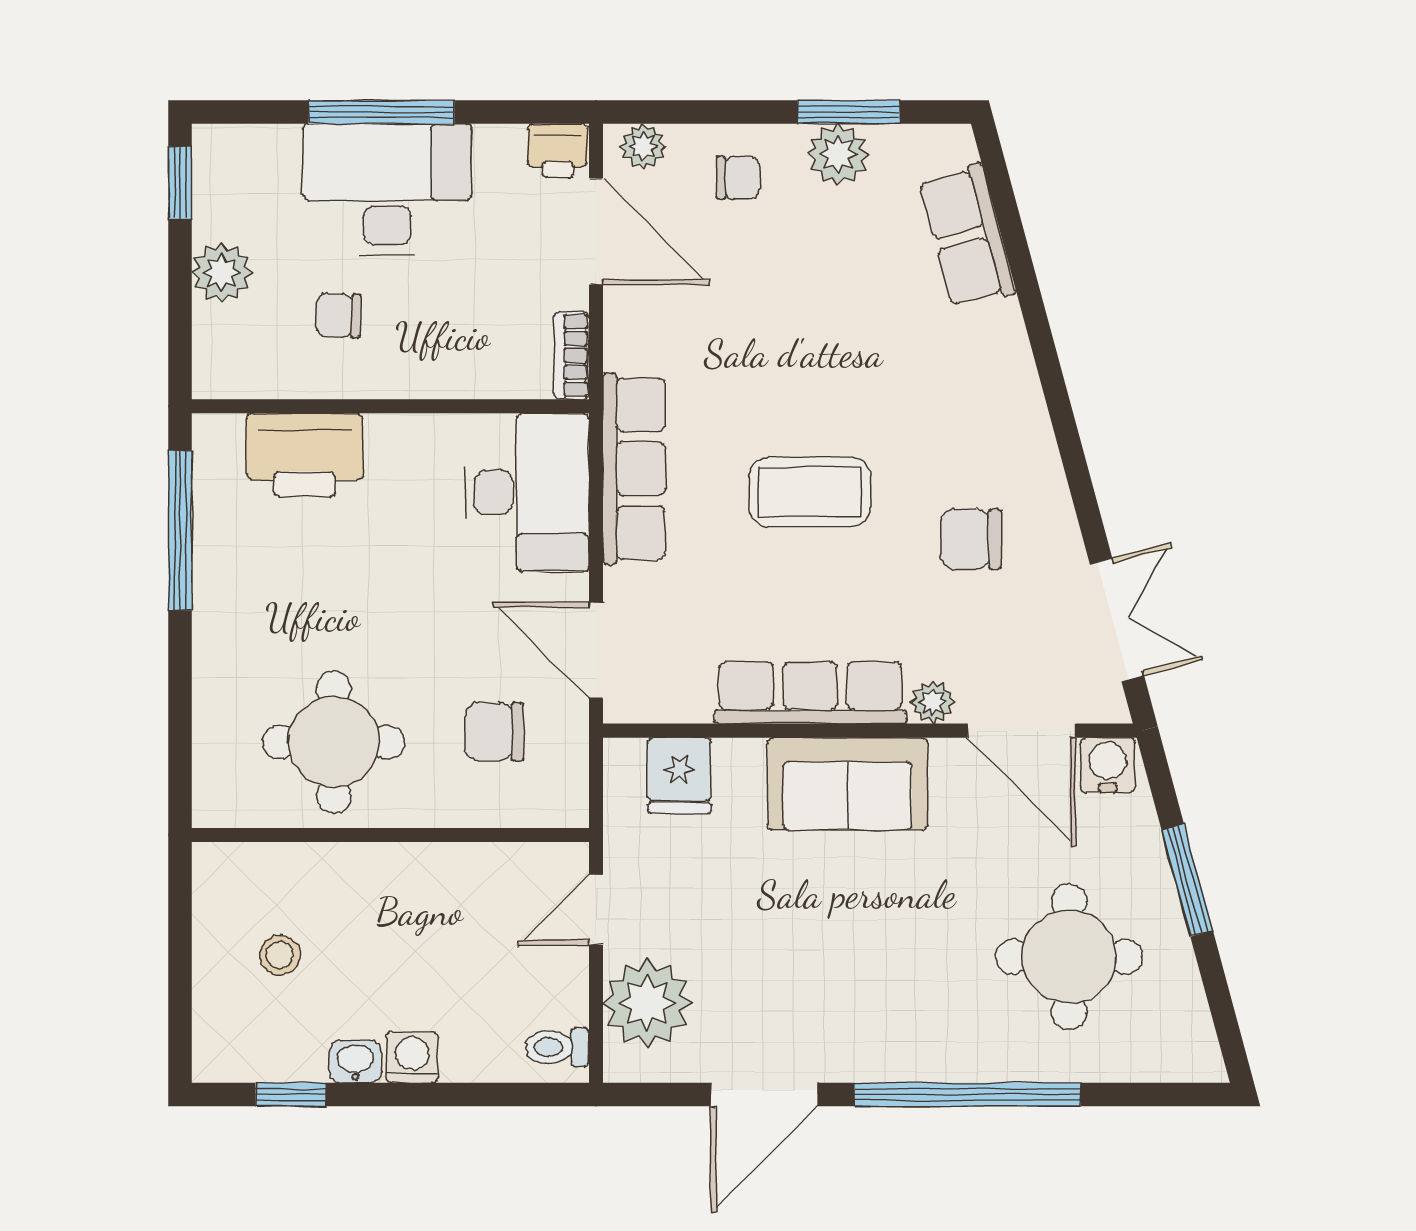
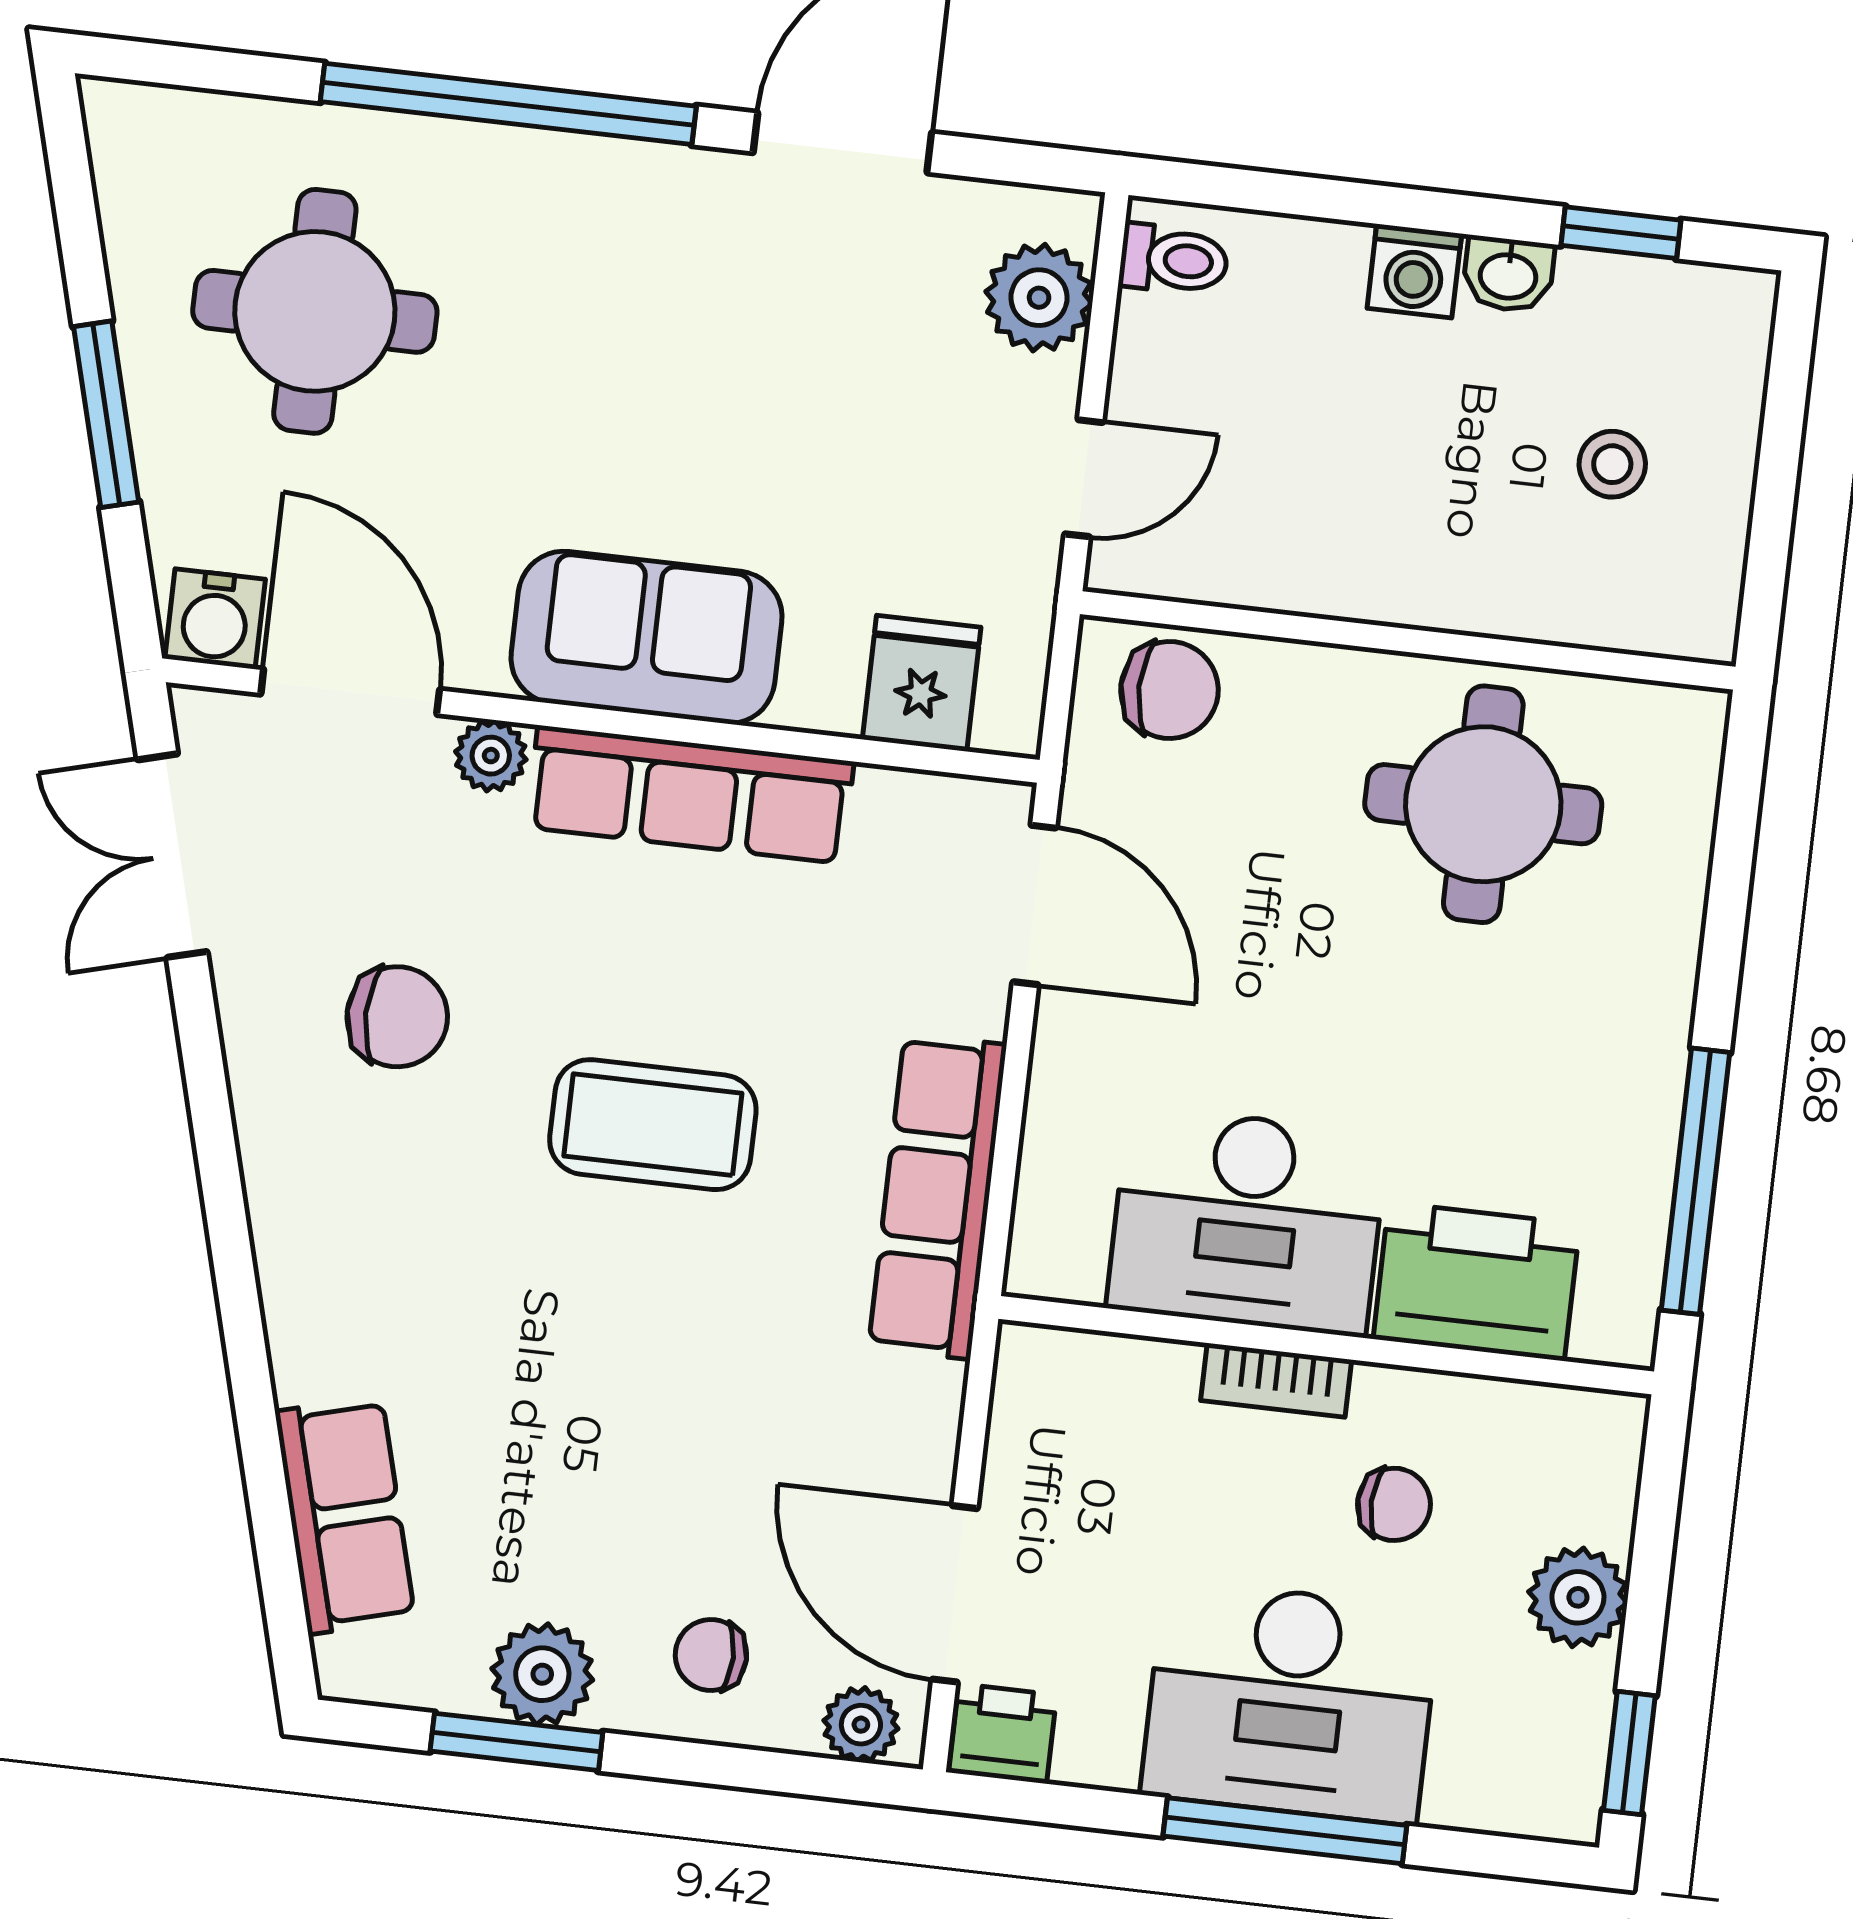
bookcase: (571, 355) -> (1276, 1380), moved, turned 90
desk: (527, 492) -> (1247, 1221), moved, turned -90
chair: (494, 732) -> (1169, 690), moved
plant: (647, 1003) -> (1039, 298), width x0.73, depth x0.73

